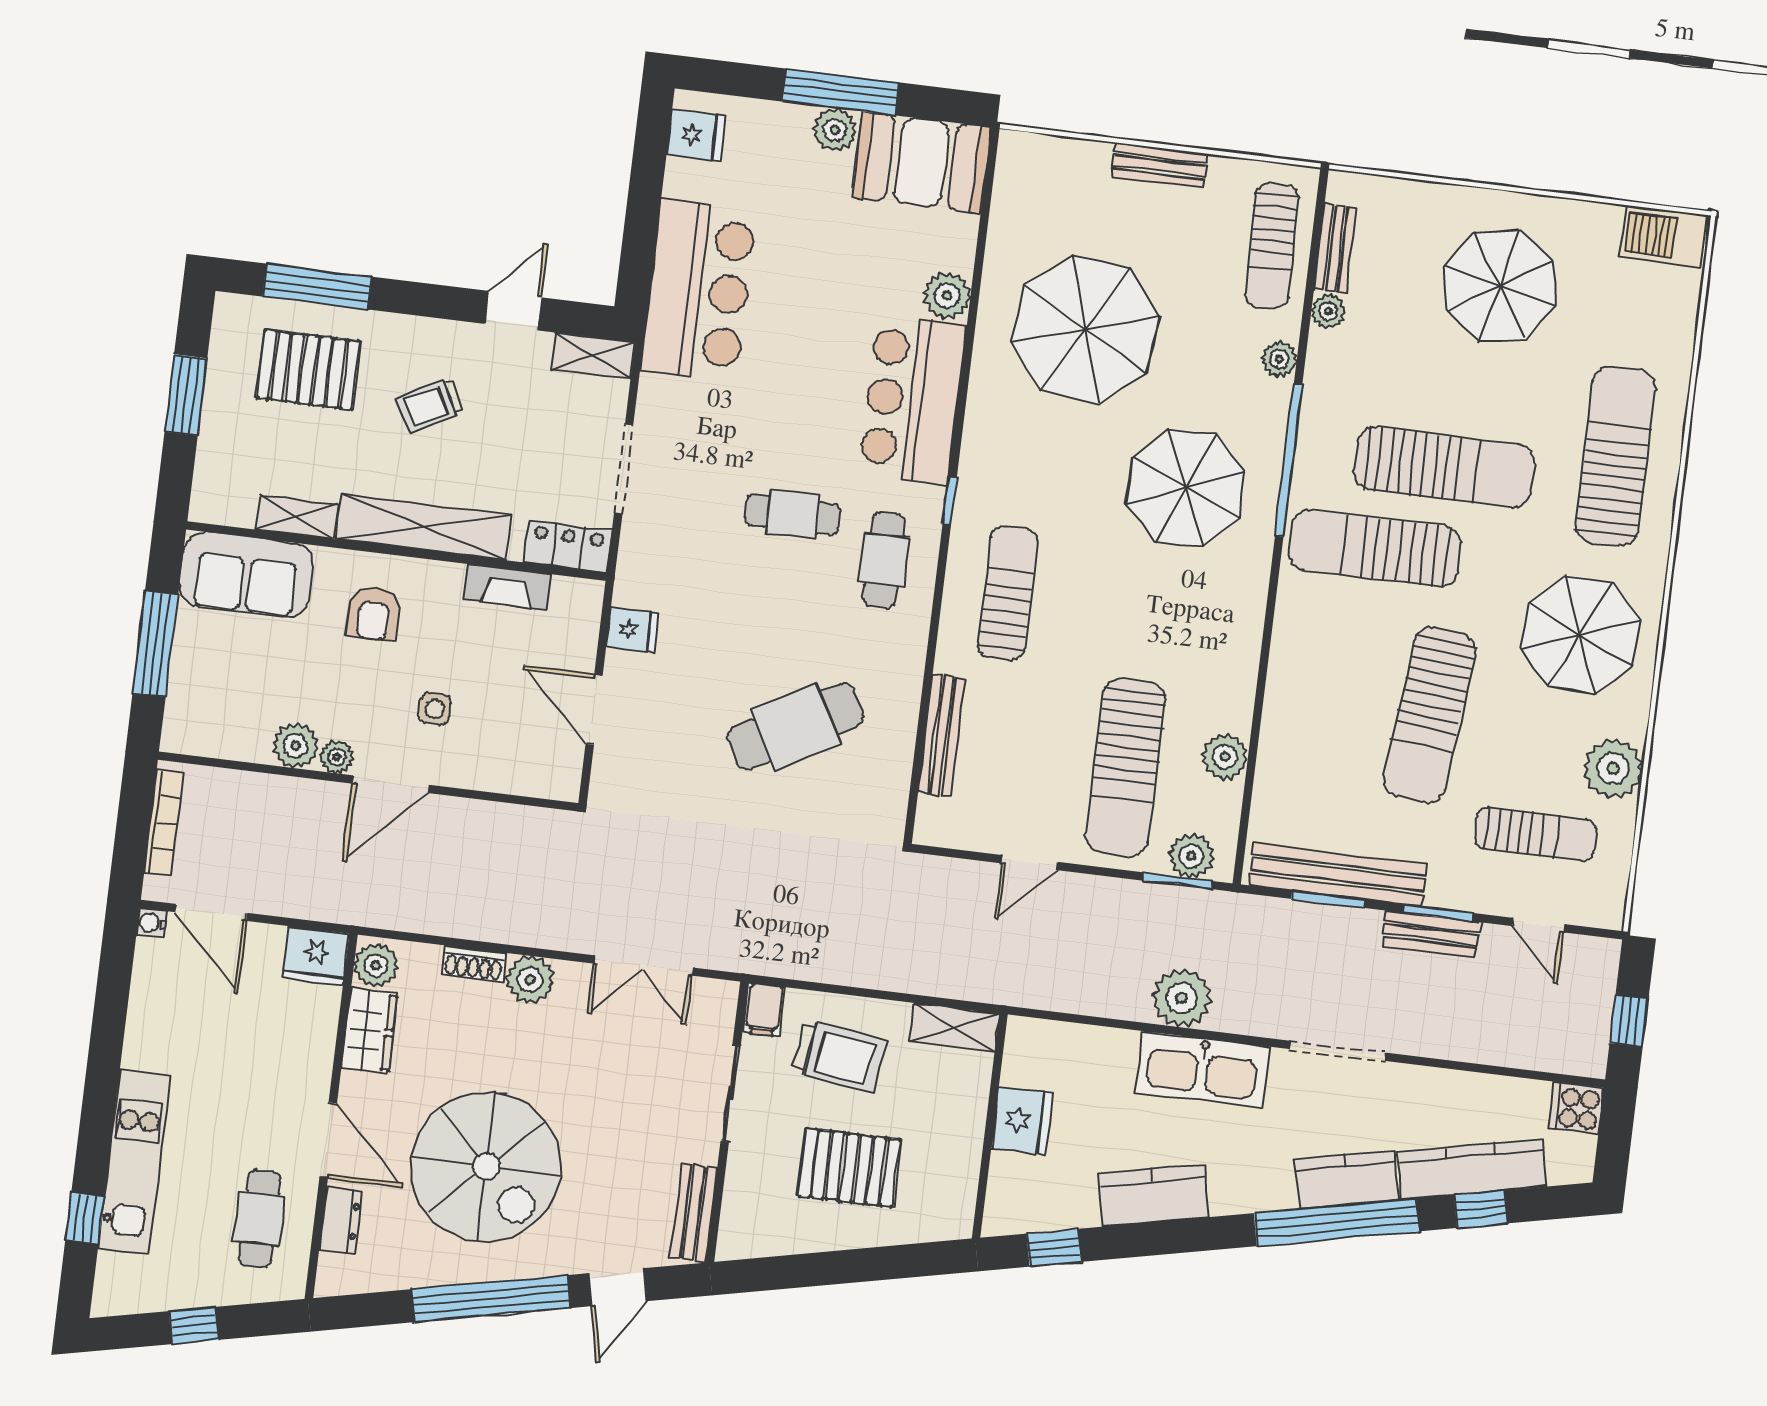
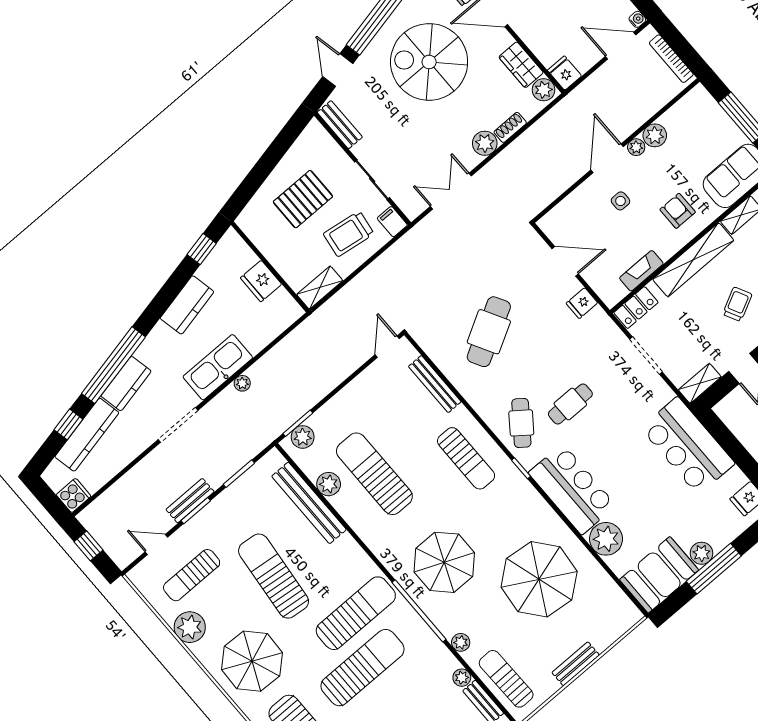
plant: (947, 295) -> (606, 539), width x1.36, depth x1.36
sun lounger: (1444, 467) -> (363, 668), turned 180
cafe table: (884, 560) -> (521, 423), turned 37
sun lounger: (1126, 768) -> (374, 474), moved
door: (1030, 863) -> (387, 347), moved
bench: (1338, 875) -> (309, 503), moved, turned 90
fridge: (316, 956) -> (565, 73), width x0.72
plant: (1182, 998) -> (242, 383), width x0.53, depth x0.53

